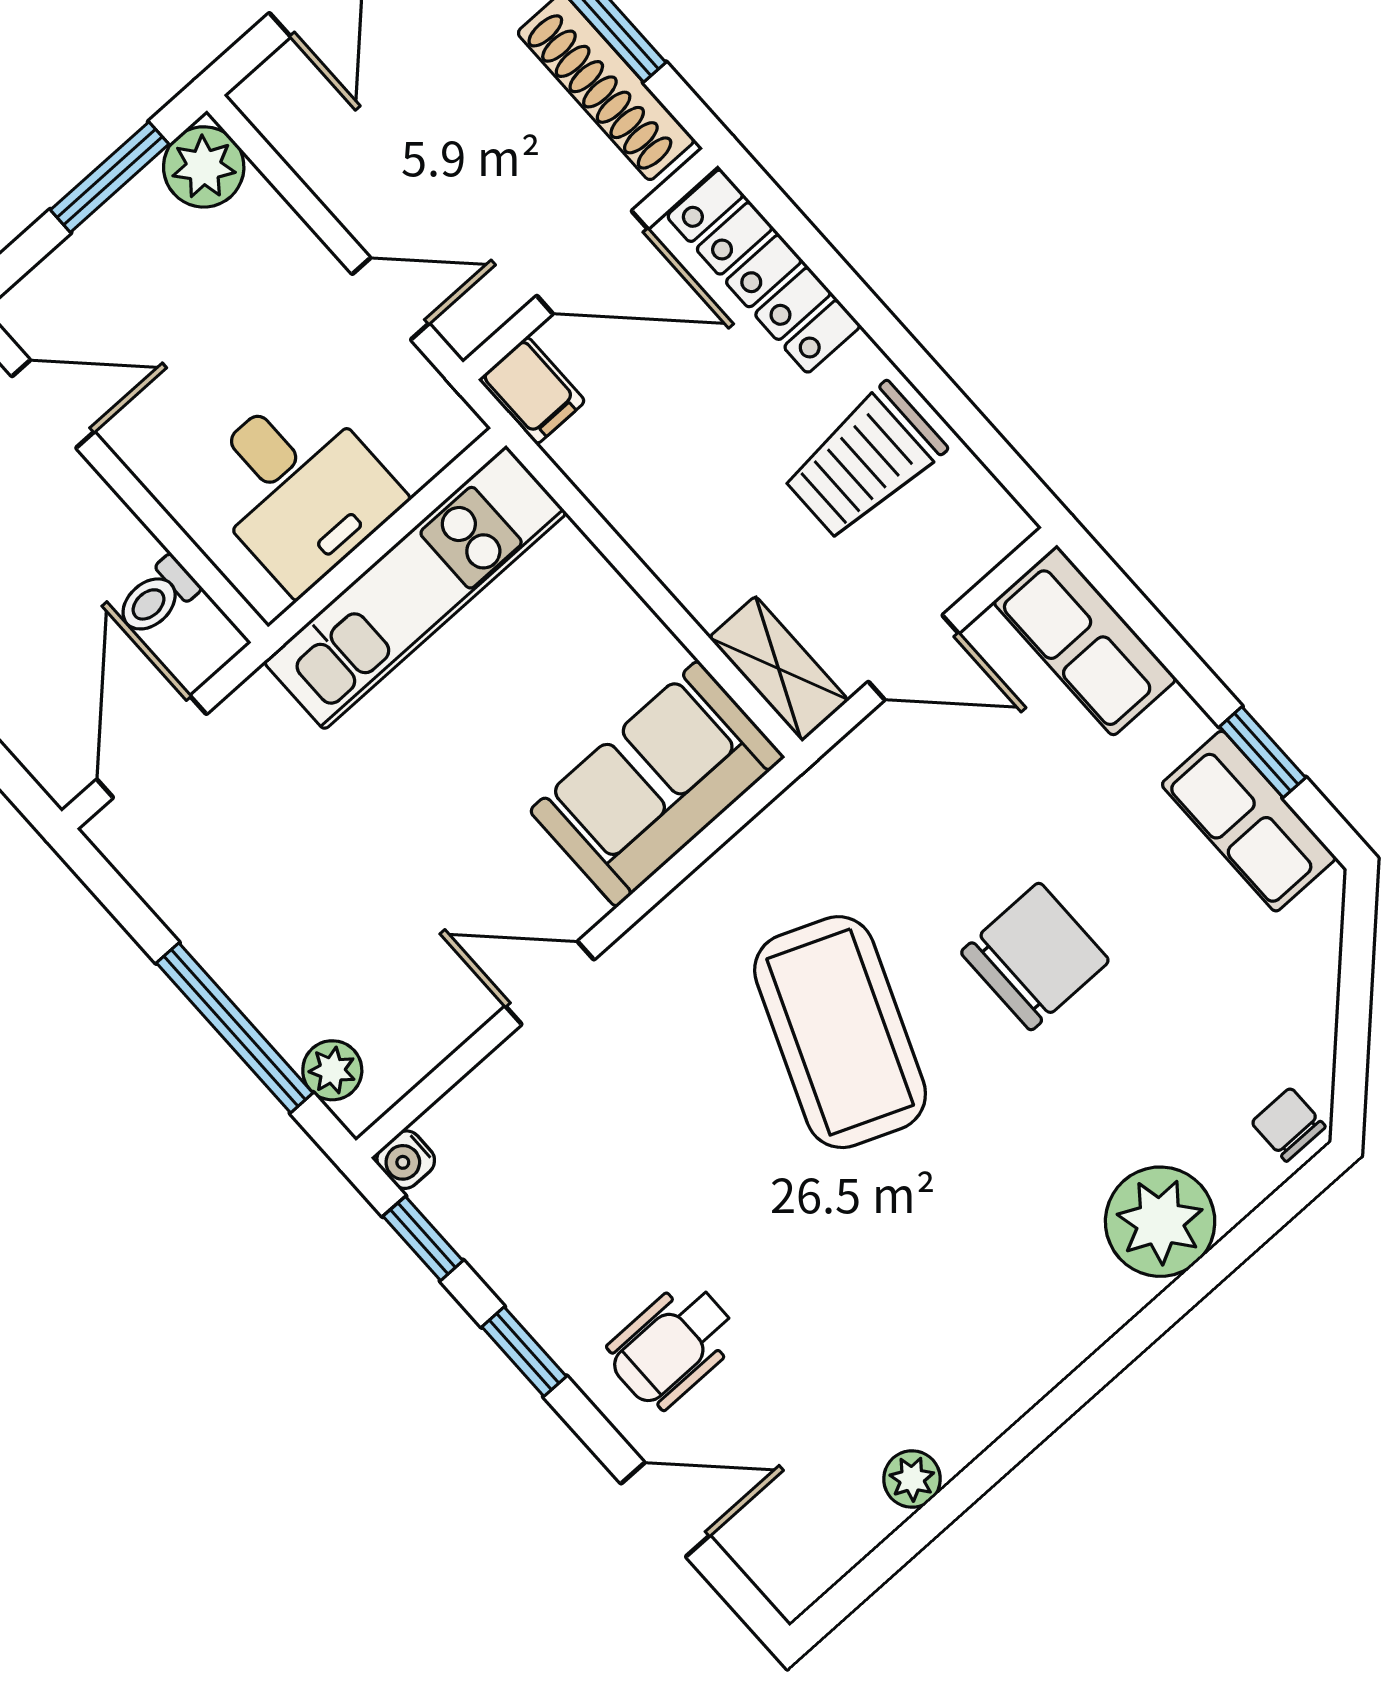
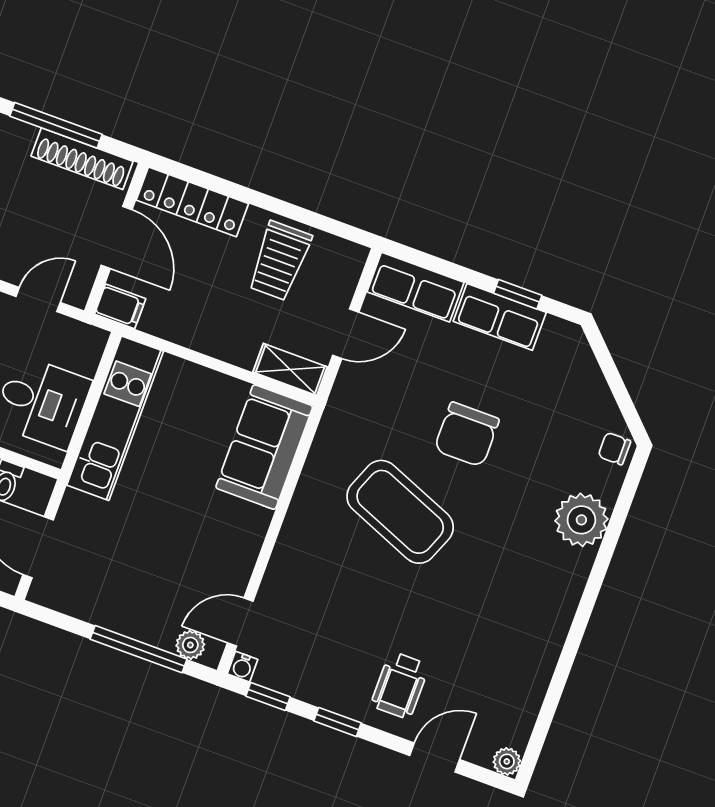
door: (592, 262) -> (117, 237), hinge flipped
row of seats: (1249, 821) -> (500, 317), moved
chair: (1035, 956) -> (467, 434), turned 180
door: (550, 983) -> (240, 622), moved
plant: (912, 1479) -> (507, 761), moved

